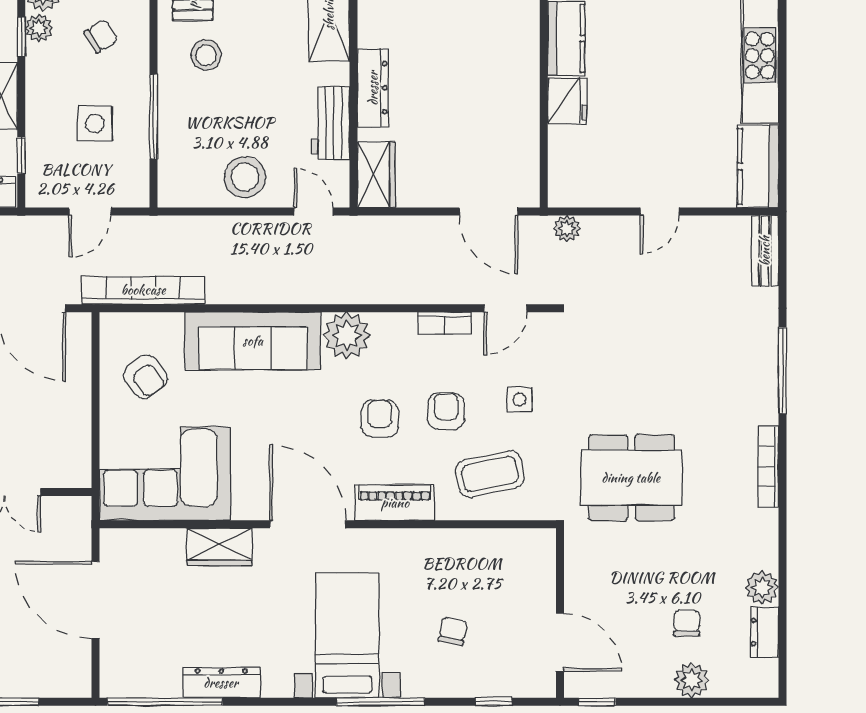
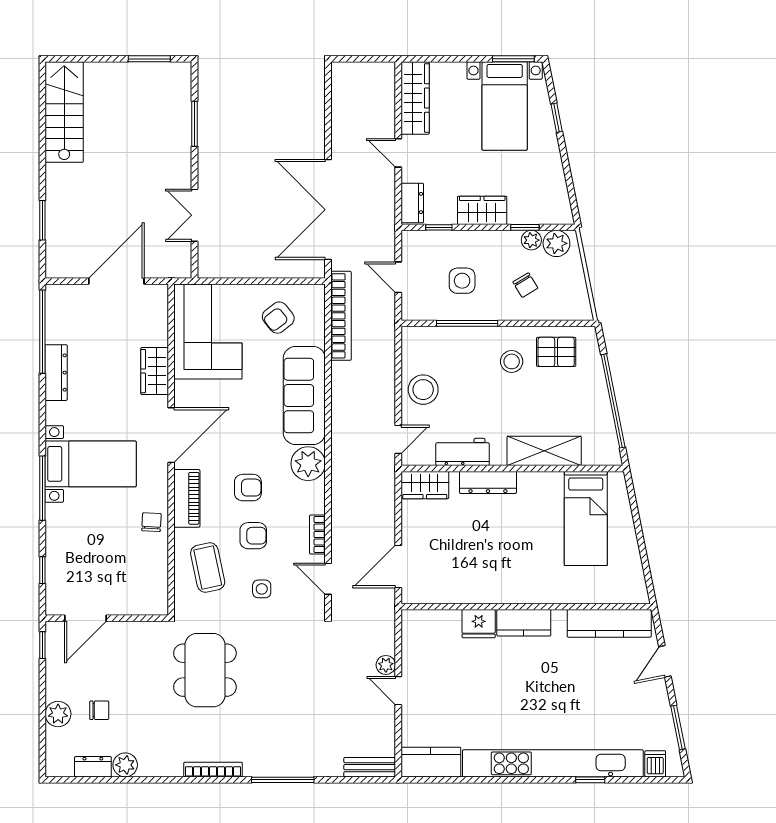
plant: (567, 228) -> (386, 665), moved
chair: (453, 631) -> (151, 522), moved, turned -98

